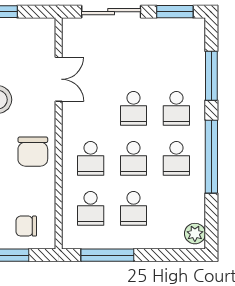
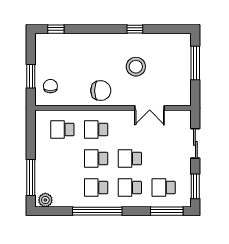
sliding door: (111, 12) -> (195, 143), width x0.73
window: (211, 76) -> (167, 211), moved
chair: (33, 152) -> (101, 91), turned 180
school desk: (133, 208) -> (164, 187), moved
window: (107, 255) -> (31, 178), moved

